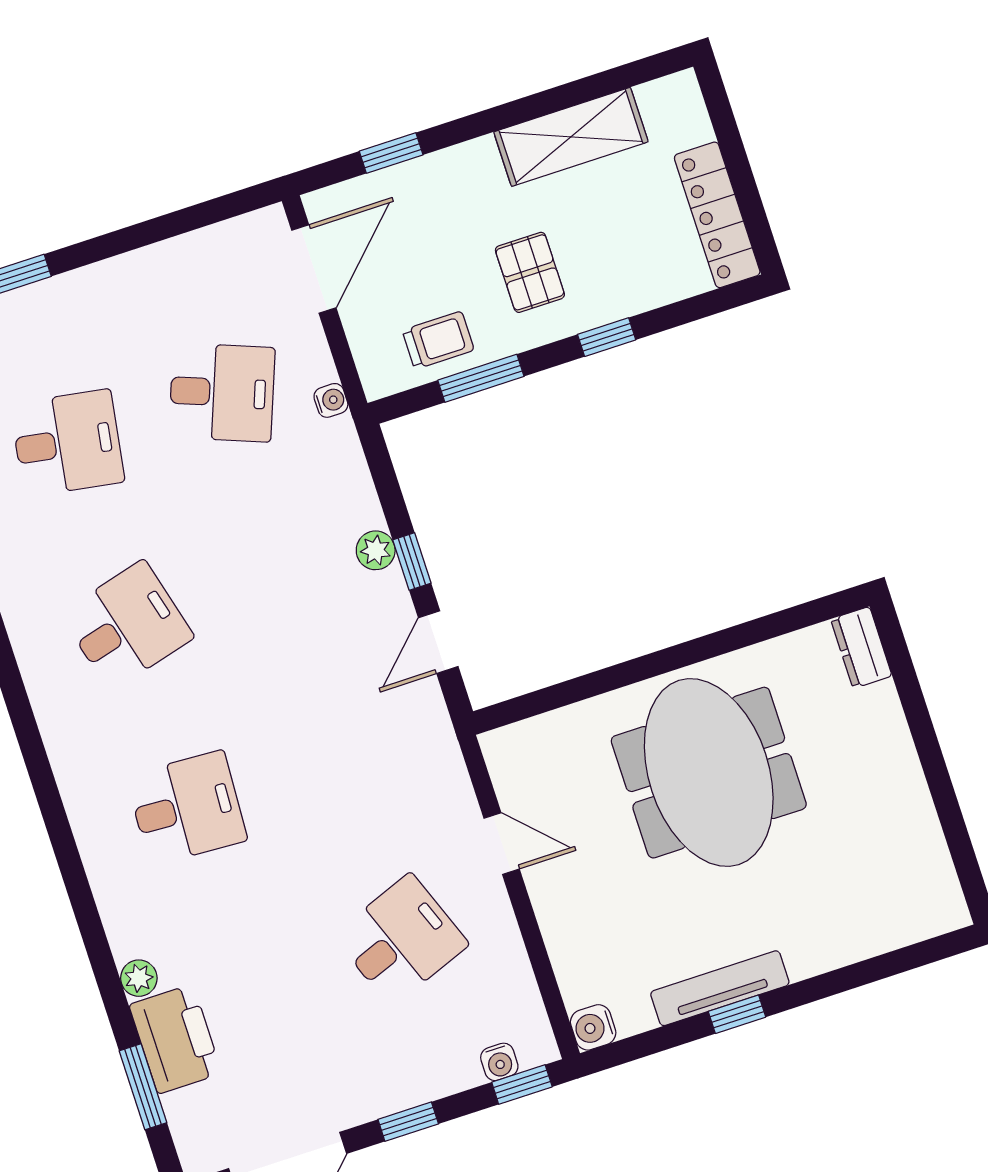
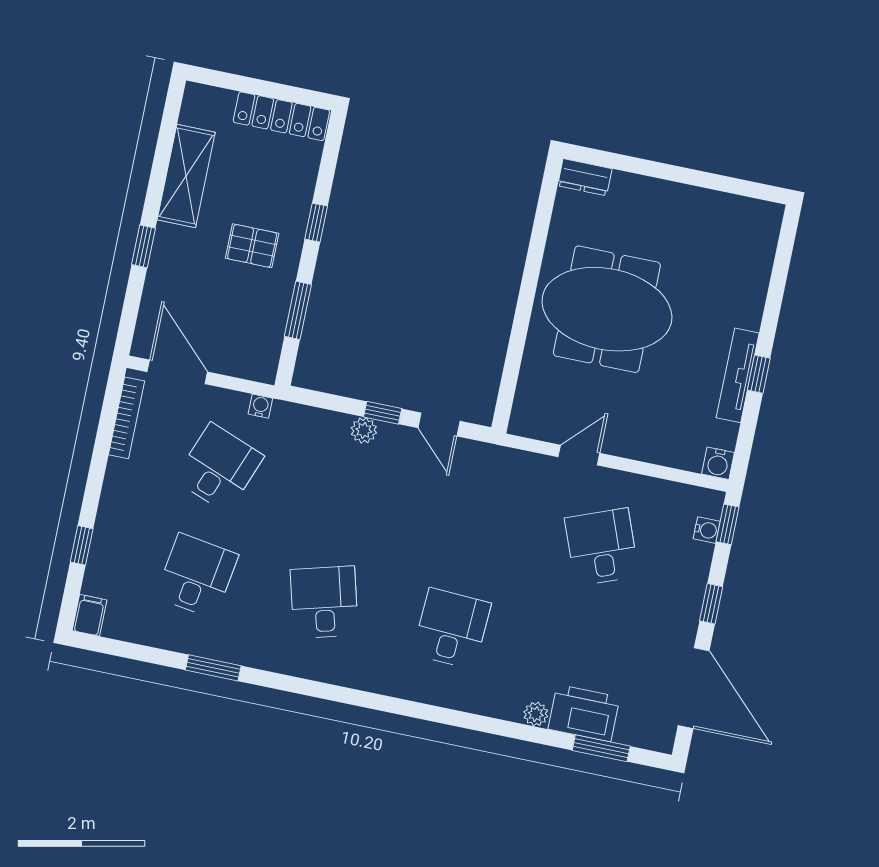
window: (391, 153) -> (144, 246), moved
bookcase: (218, 238) -> (127, 418), added
trolley: (438, 340) -> (261, 323), removed

